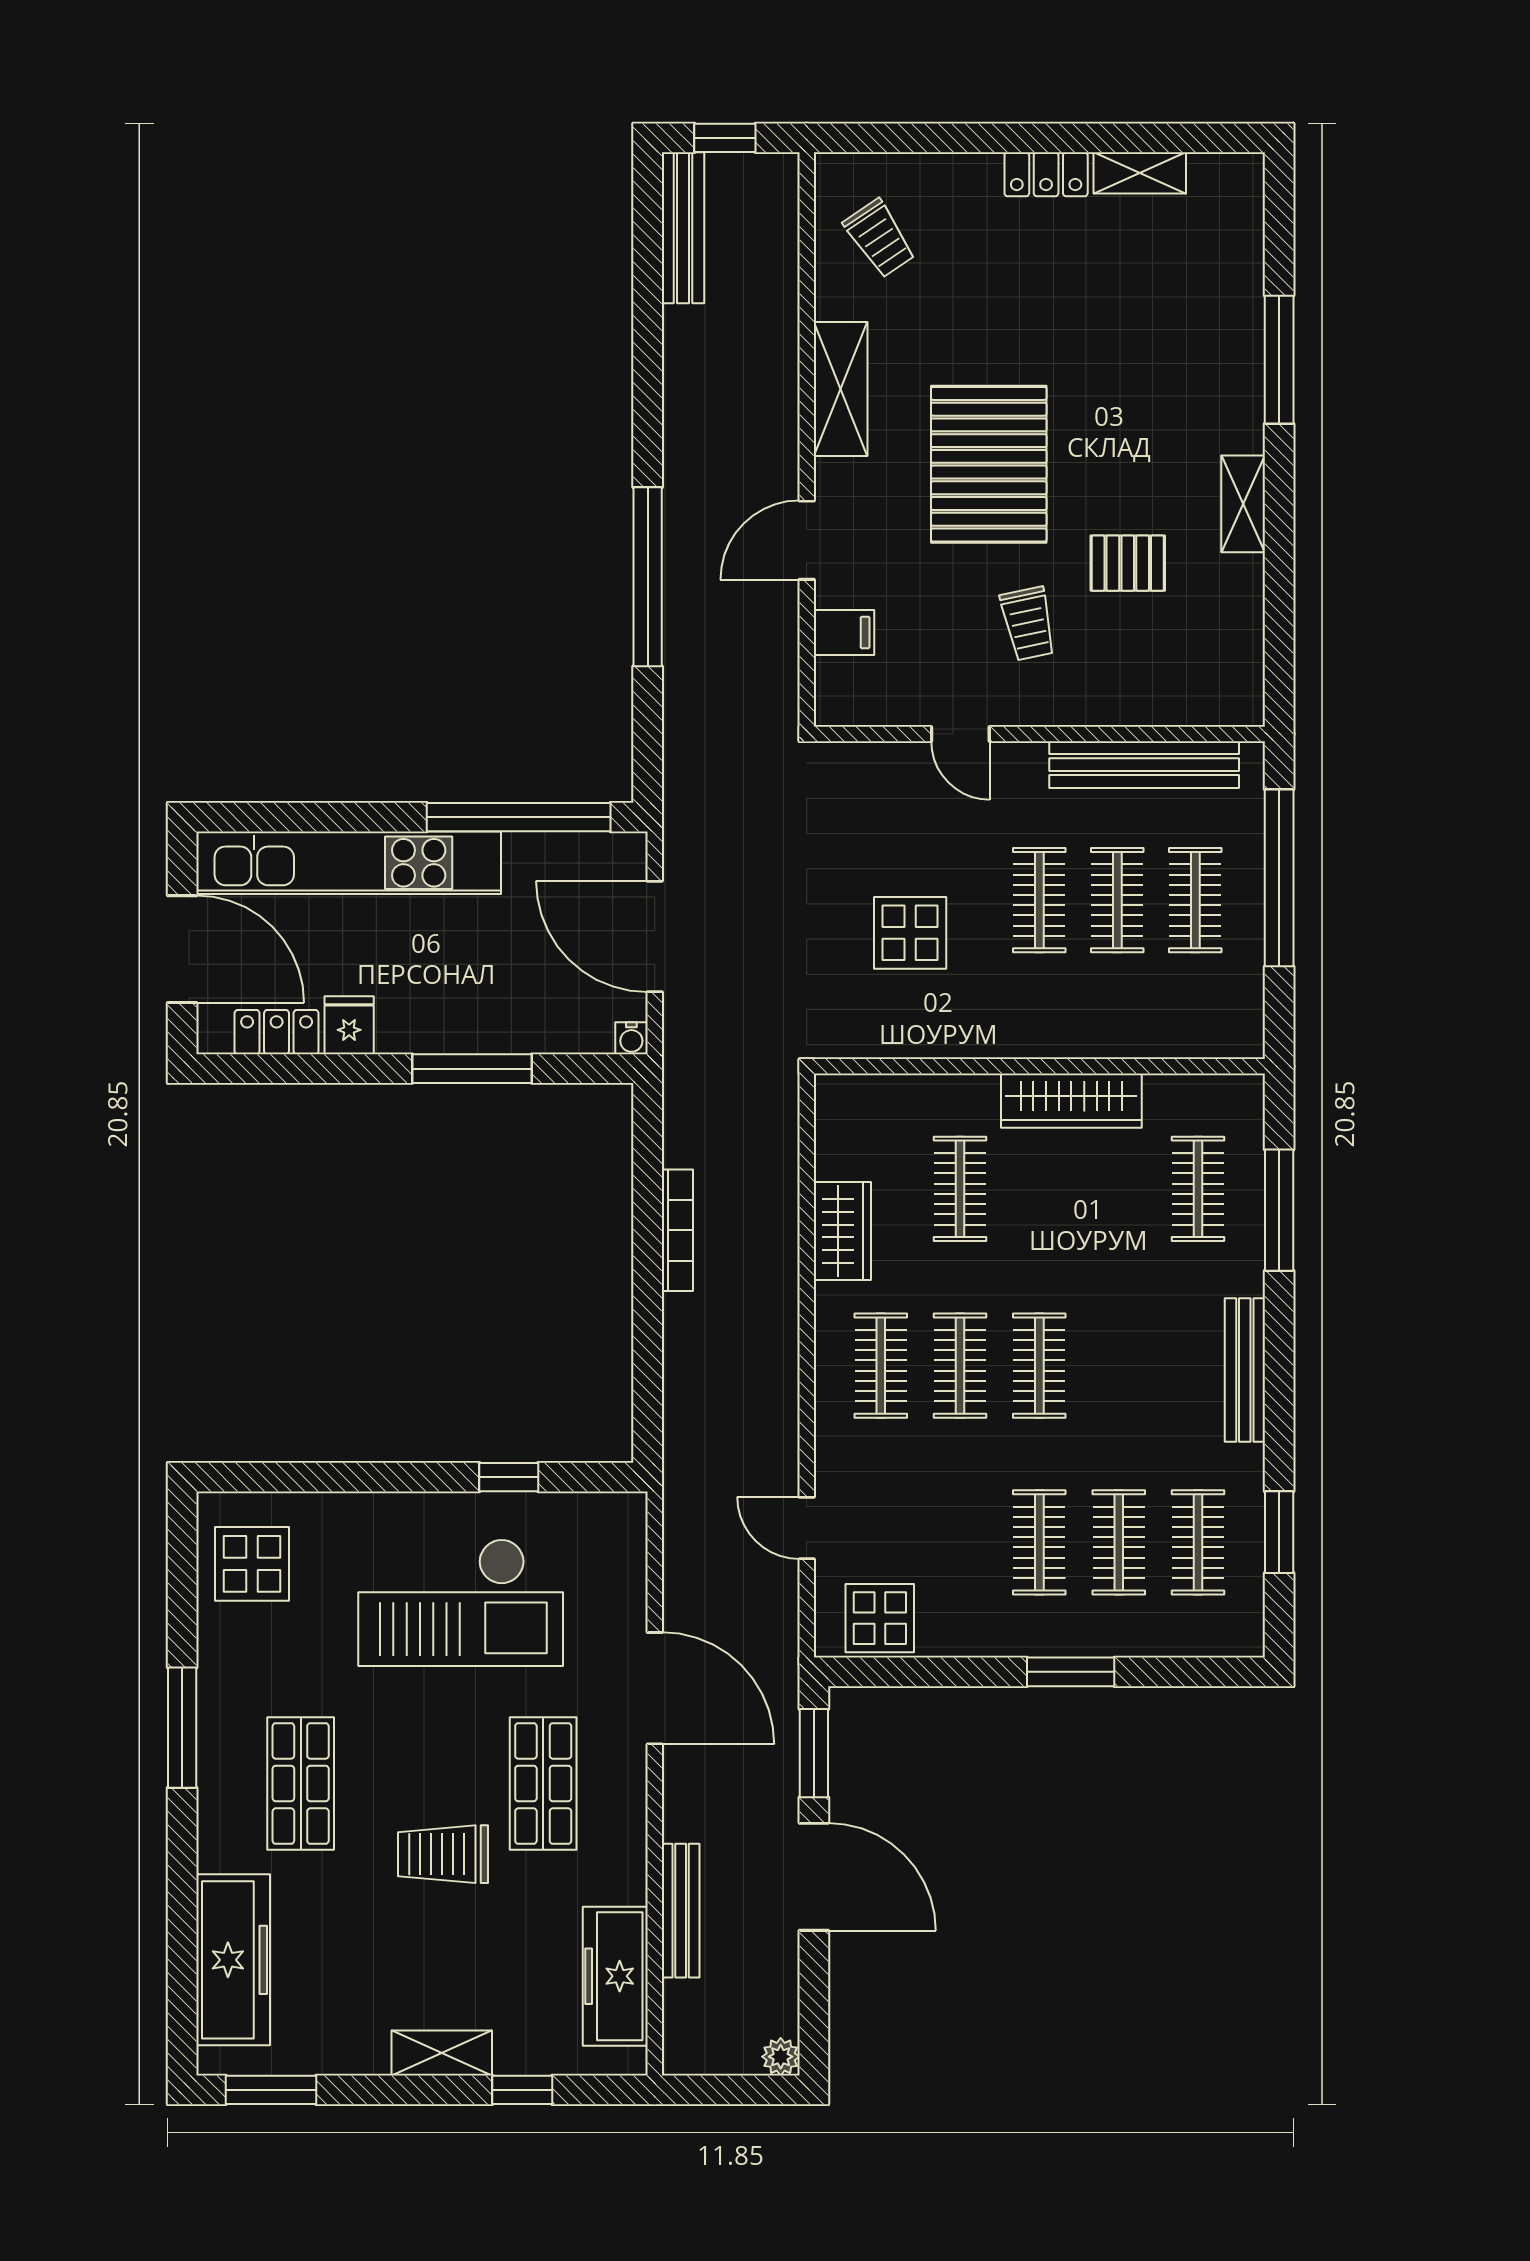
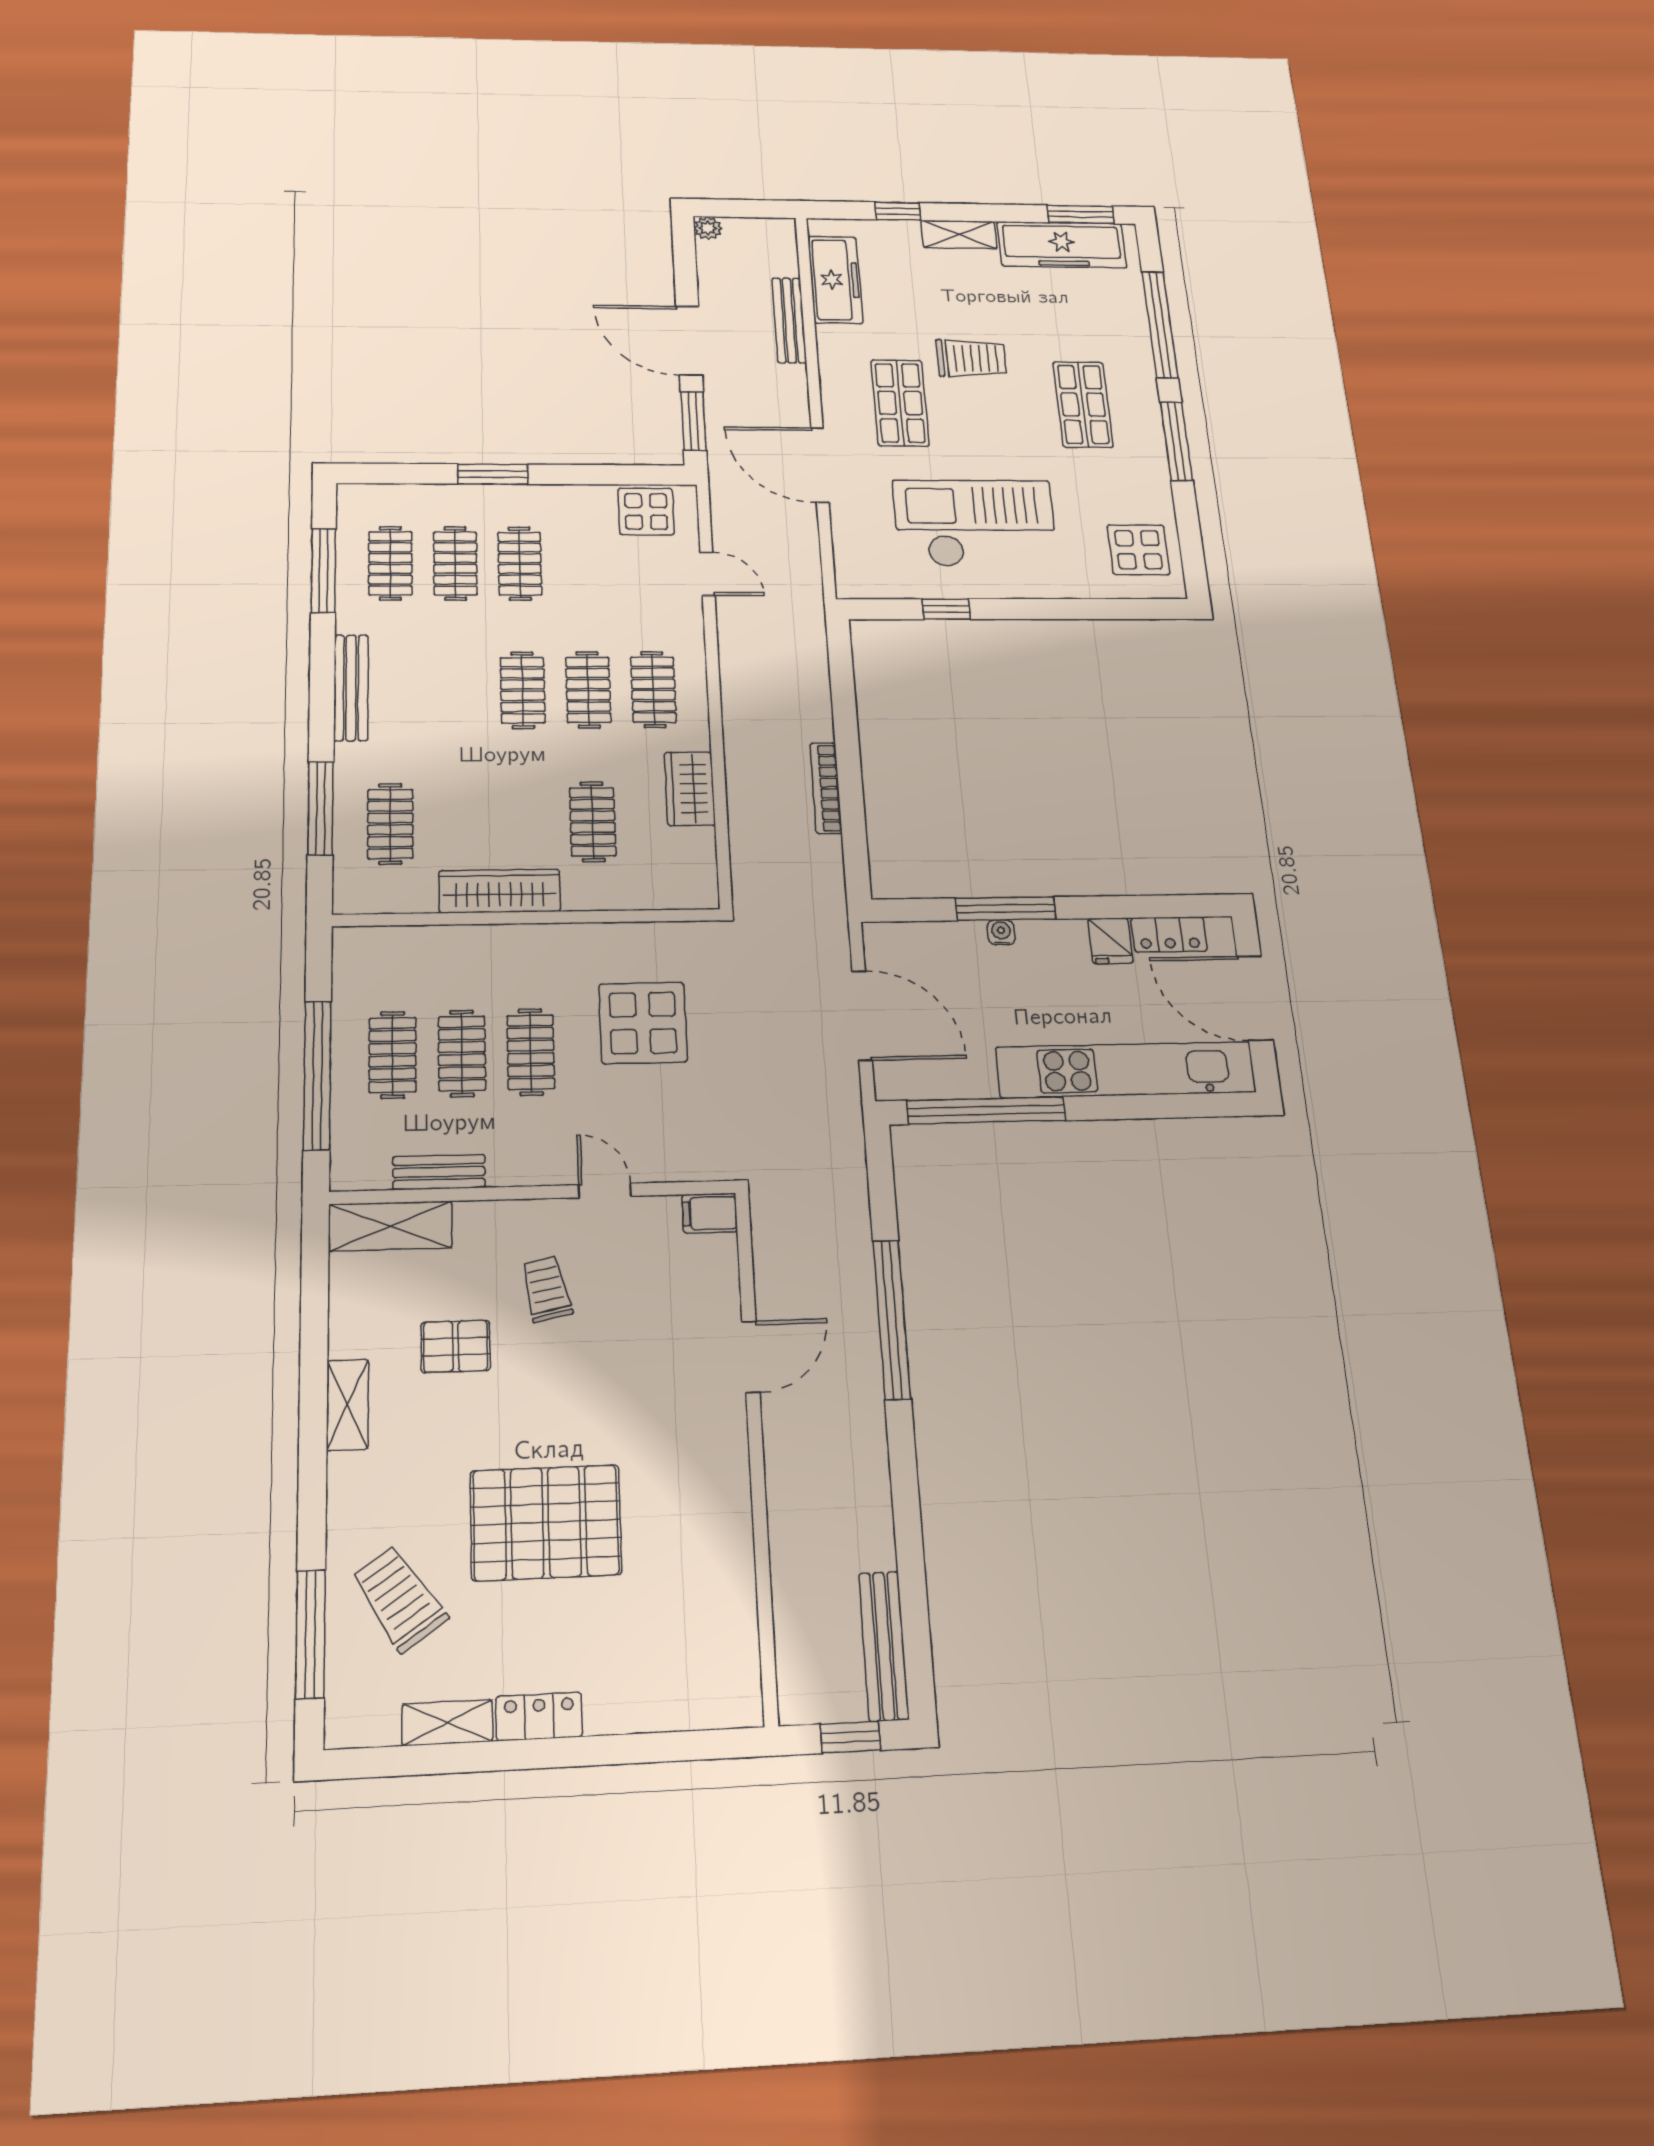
trolley: (880, 238) -> (399, 1598), moved, width x1.36, depth x1.39
window: (1279, 360) -> (311, 1634), moved
shelving: (841, 389) -> (390, 1226), moved, turned 90
pallet: (989, 464) -> (546, 1522), moved, turned 90
filing cabinet: (844, 632) -> (710, 1213), moved
bench: (1144, 765) -> (439, 1172), width x0.54, depth x0.82
display table: (910, 933) -> (643, 1023), width x1.36, depth x1.36
water cooler: (631, 1038) -> (1001, 932), moved
window: (1279, 1532) -> (323, 570), width x1.44
window: (182, 1911) -> (1160, 325), added
freezer: (233, 1960) -> (1062, 245), moved, turned -90

